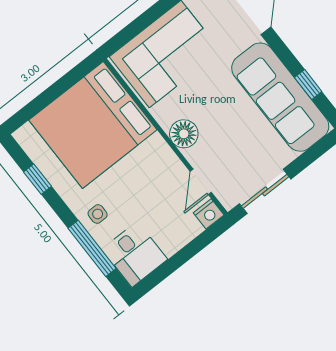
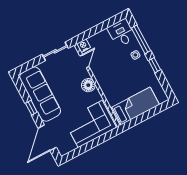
window: (308, 84) -> (31, 108), moved
bed: (93, 125) -> (135, 106), width x0.49
window: (37, 179) -> (155, 65), moved

